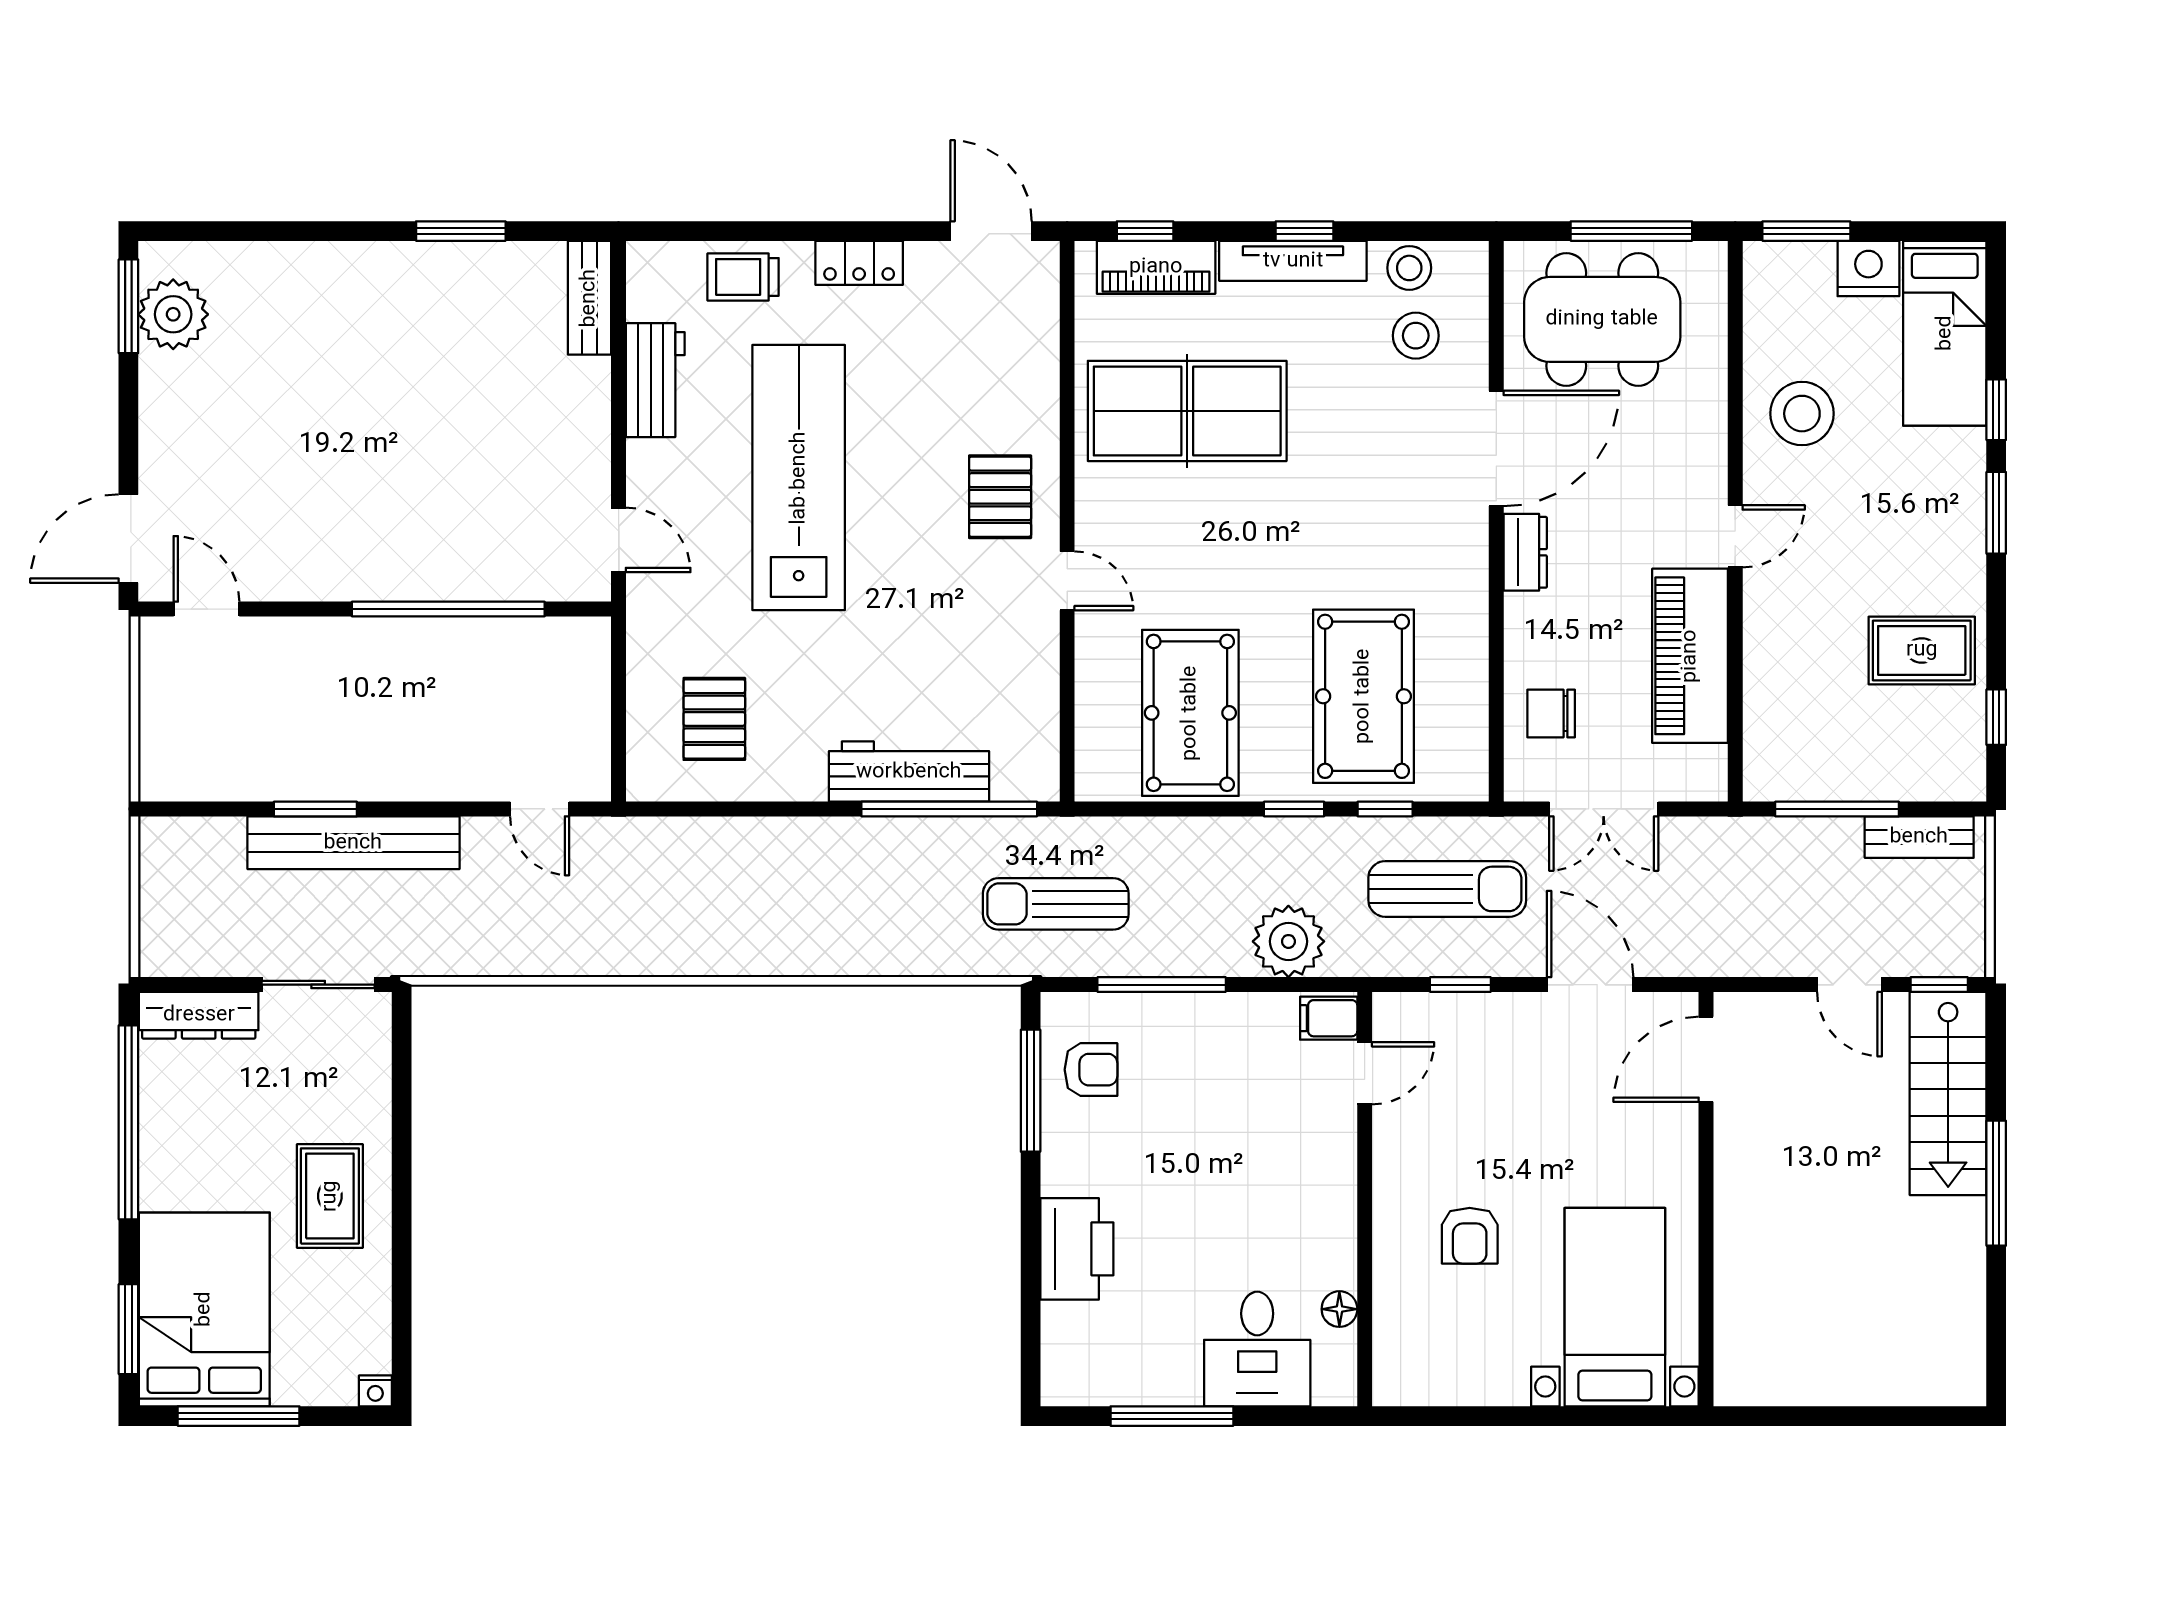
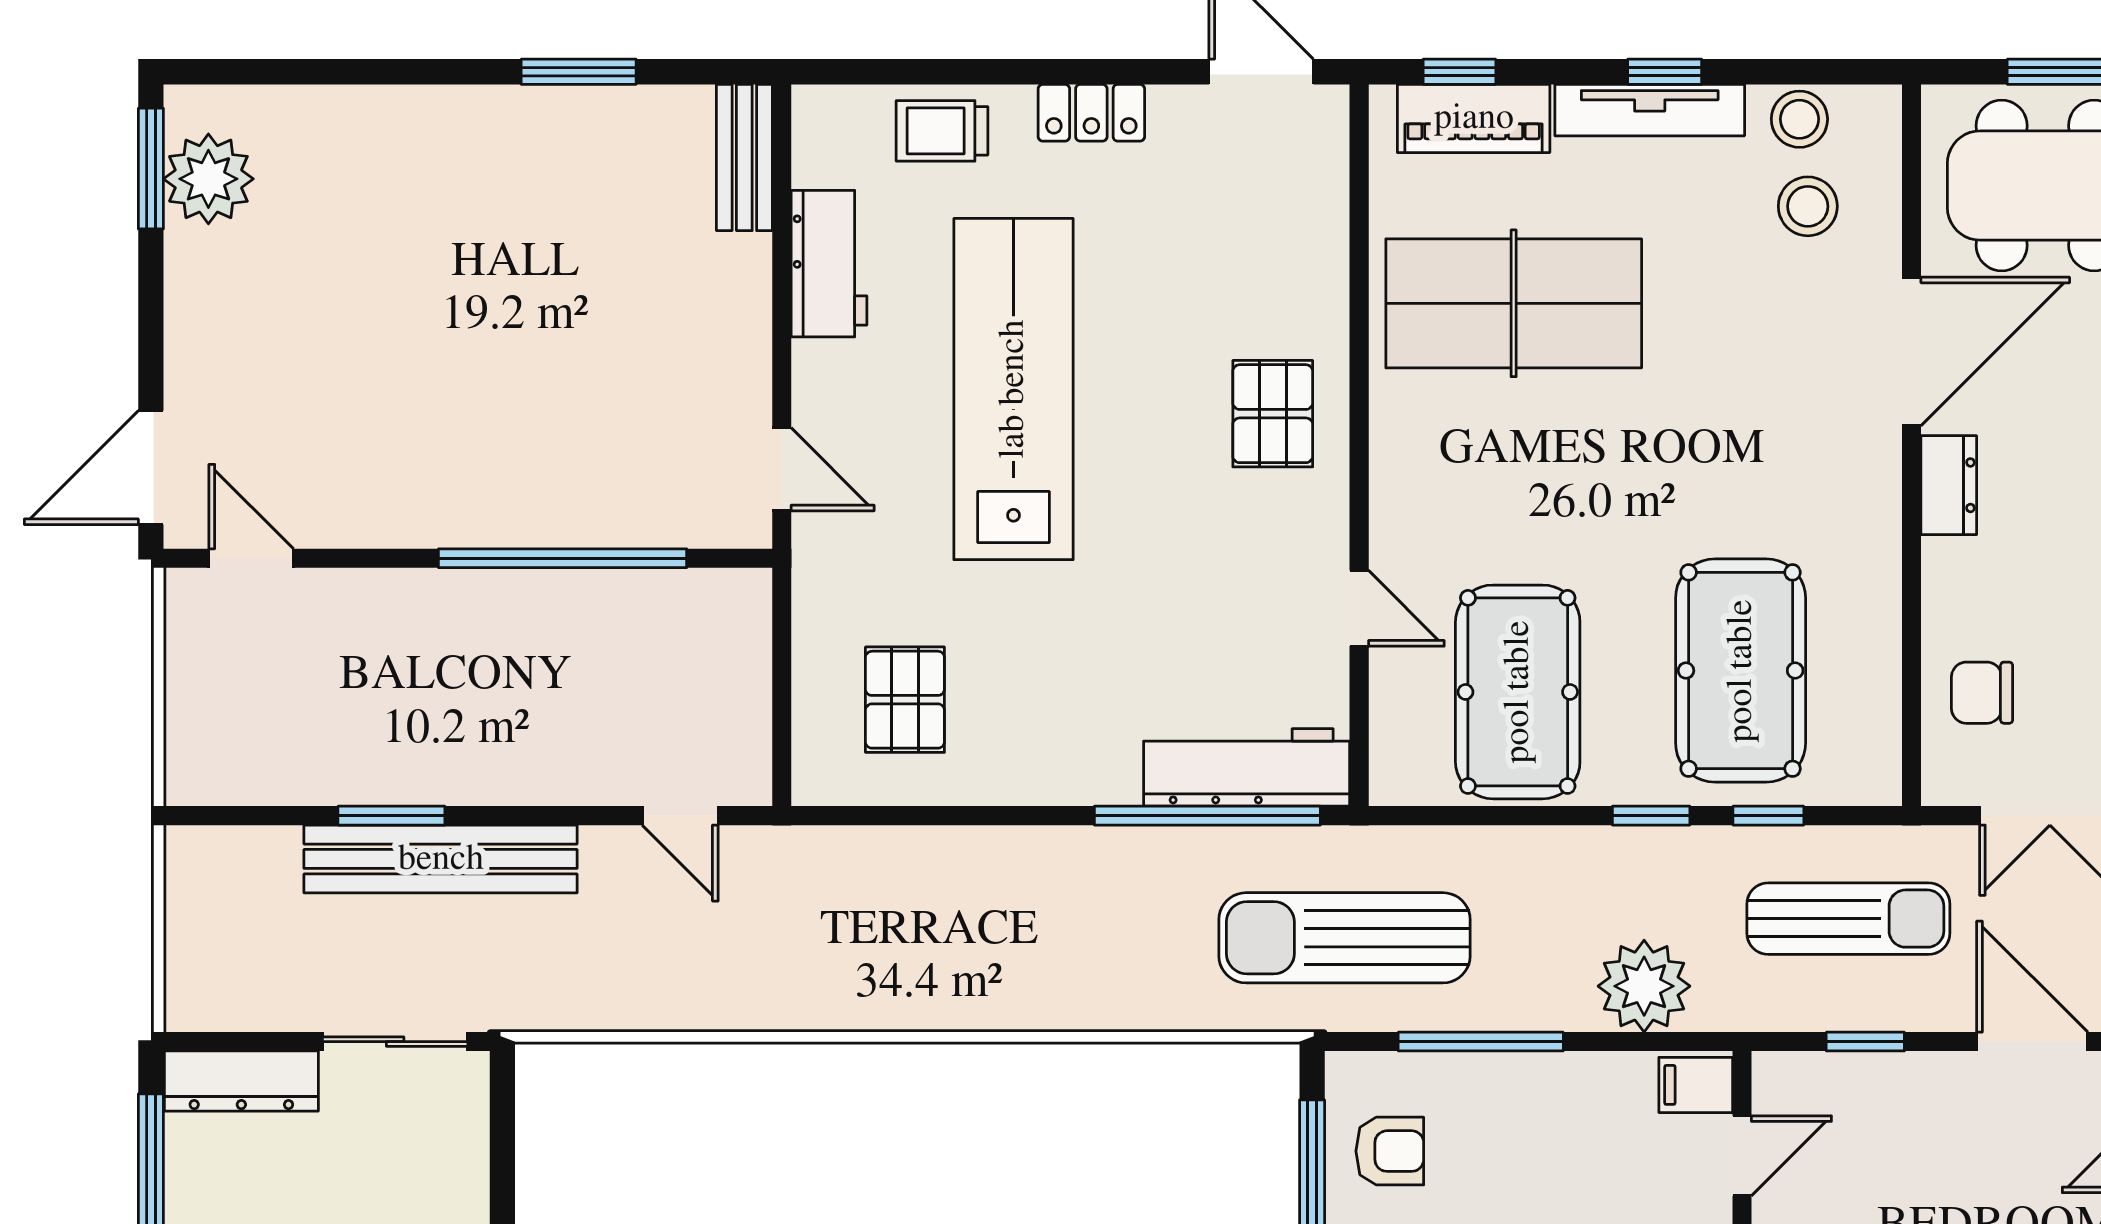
door: (1067, 581) -> (1359, 608), moved
workbench: (909, 772) -> (1247, 767), moved
sun lounger: (1056, 904) -> (1345, 938), width x1.36, depth x1.34

